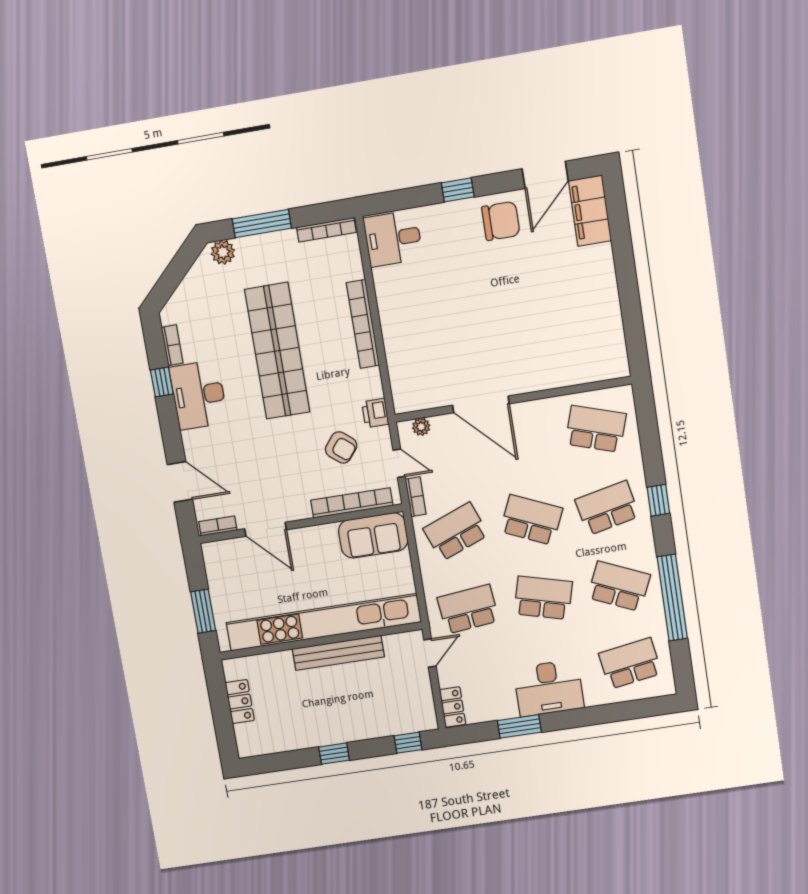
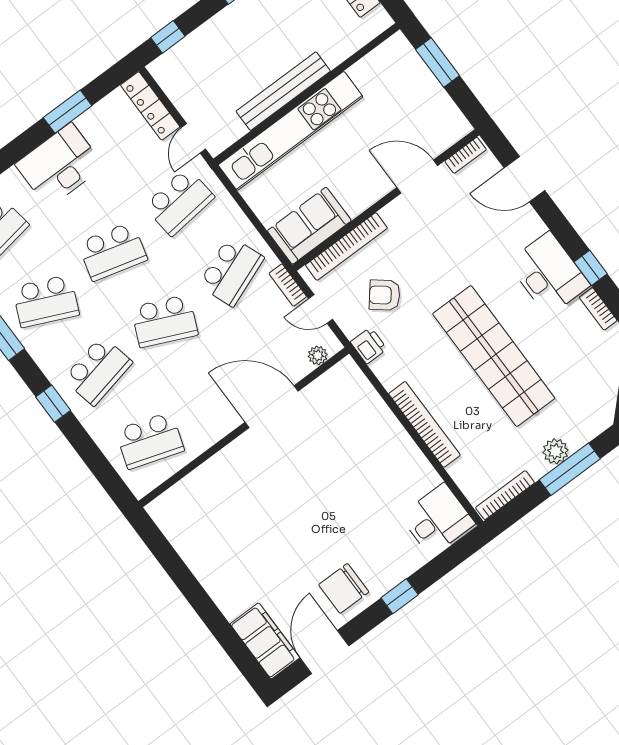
plant: (223, 252) -> (555, 451), moved
kitchen unit: (323, 622) -> (290, 131), width x0.73
locker: (453, 707) -> (150, 106), width x1.53

